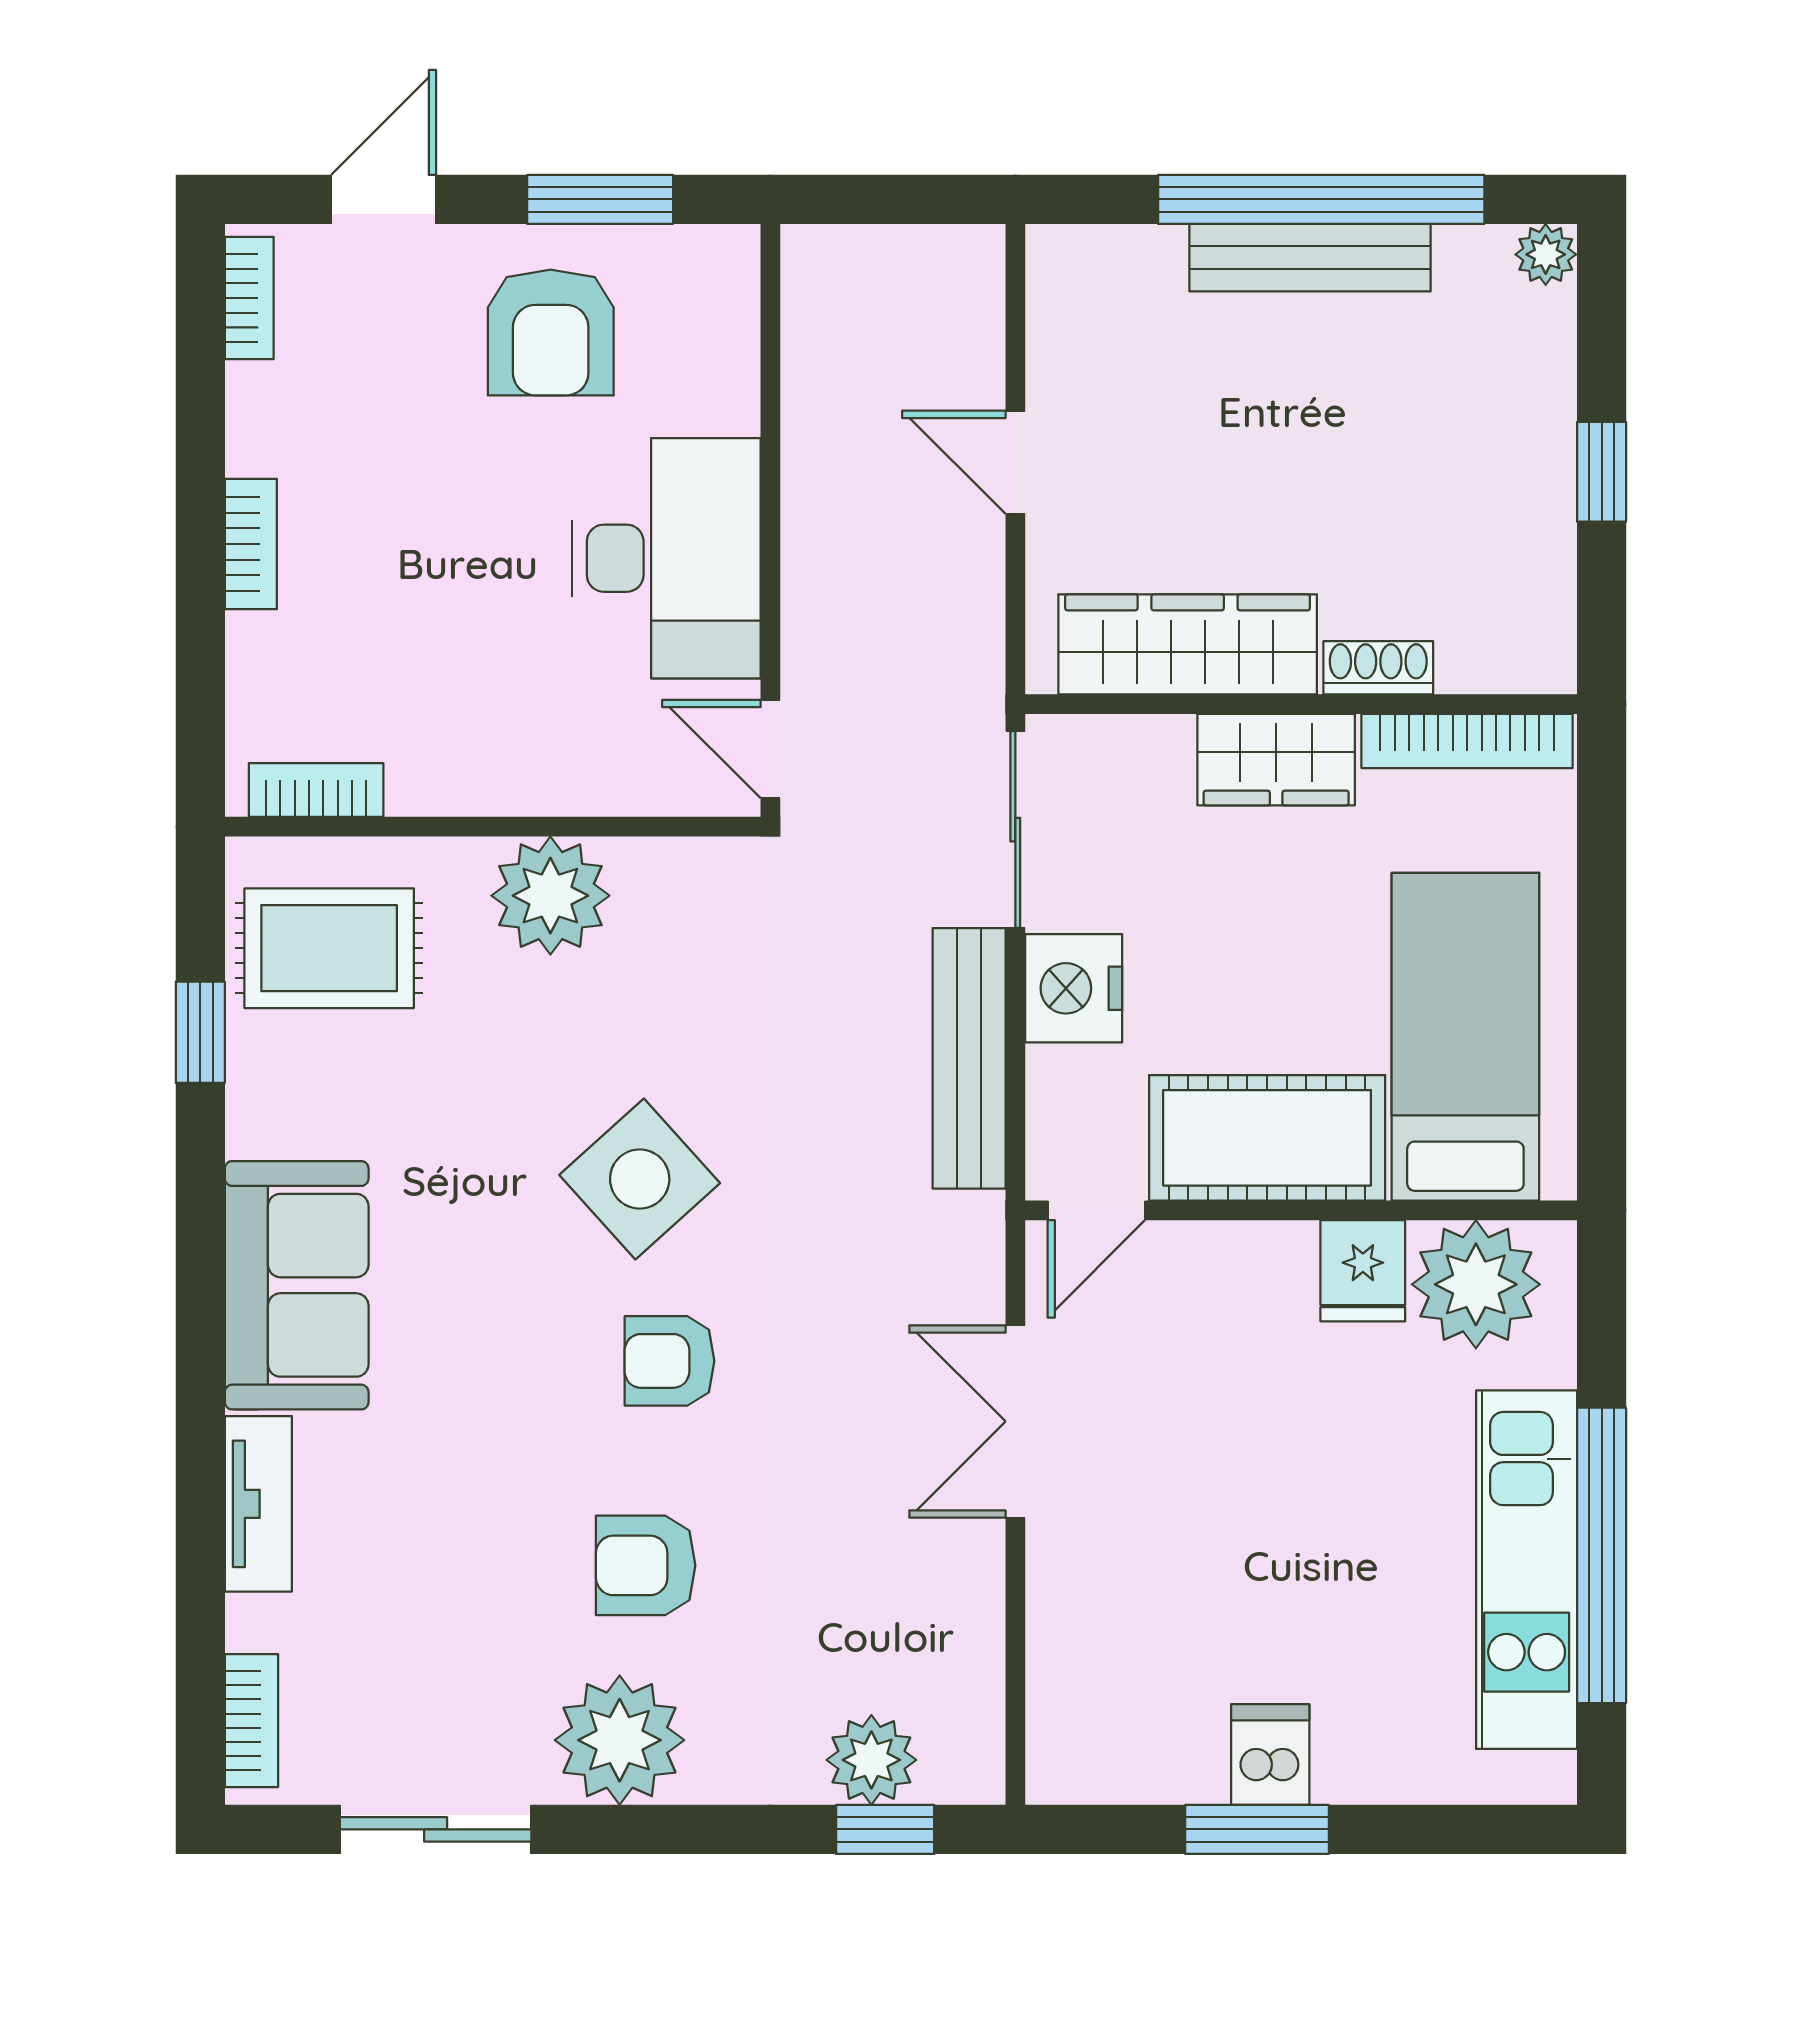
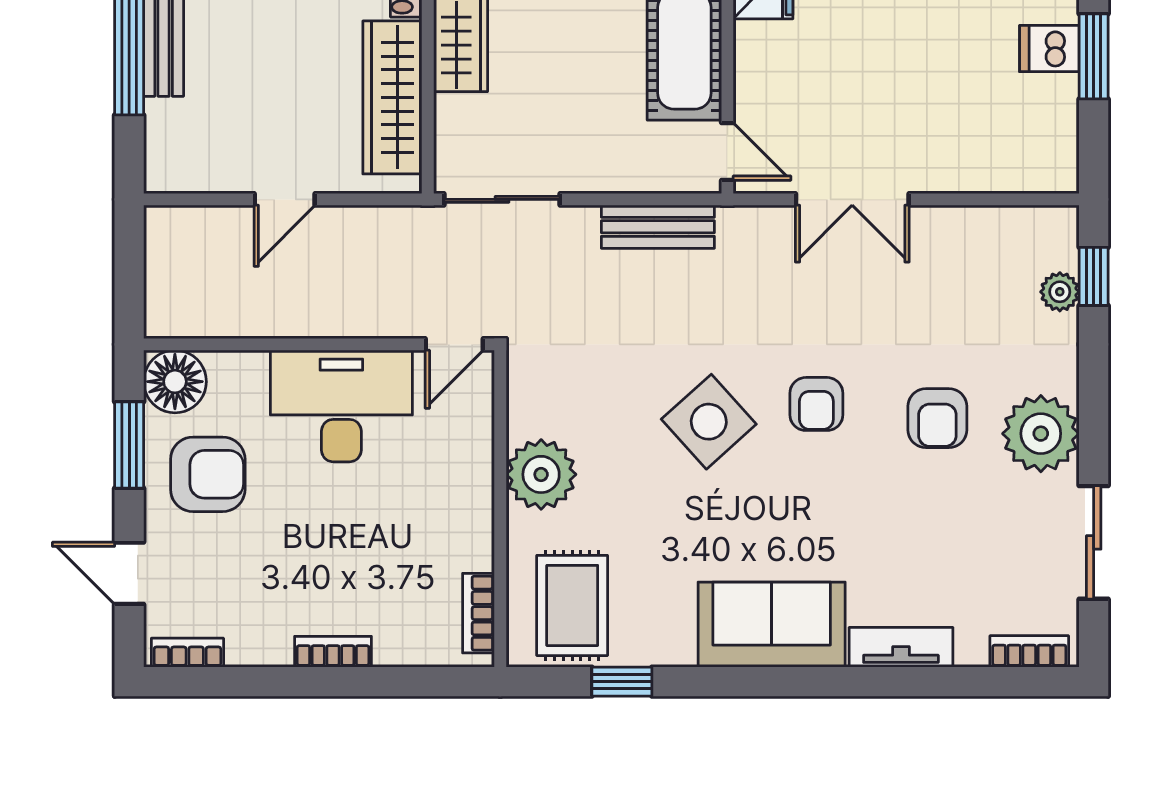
floor lamp: (708, 277) -> (175, 382), added
nightstand: (1074, 988) -> (596, 165), removed
bench: (969, 1058) -> (658, 227), width x0.73
plant: (871, 1760) -> (1060, 292), width x0.73, depth x0.73

